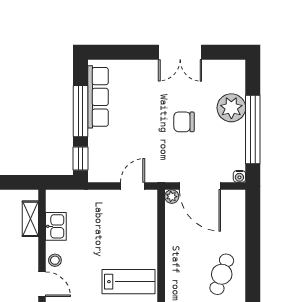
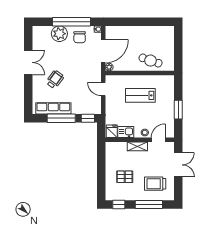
wheelchair: (150, 100) -> (55, 79), added
chair: (184, 122) -> (80, 37), moved
fridge: (57, 201) -> (112, 131), added
shelving: (30, 219) -> (137, 146), moved
cafe table: (222, 274) -> (151, 61), moved
lab bench: (128, 282) -> (140, 95), moved, turned -90

